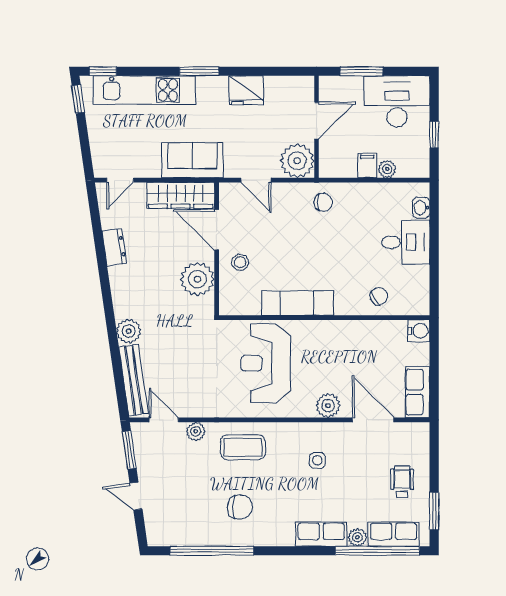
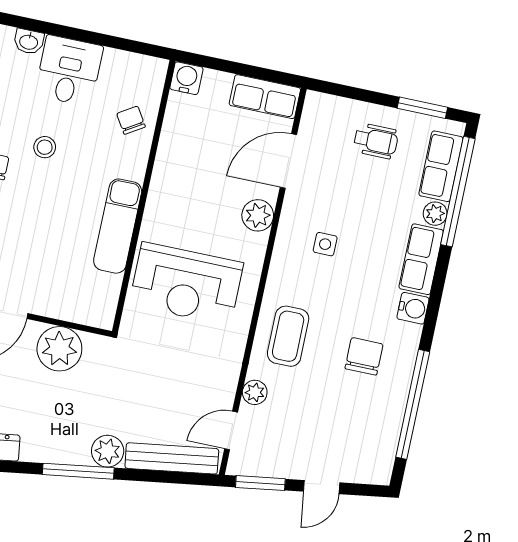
stool: (240, 262) -> (45, 147), moved
window: (109, 313) -> (78, 471), added
wheelchair: (402, 482) -> (376, 141), turned 180
water cooler: (283, 536) -> (413, 308), added

